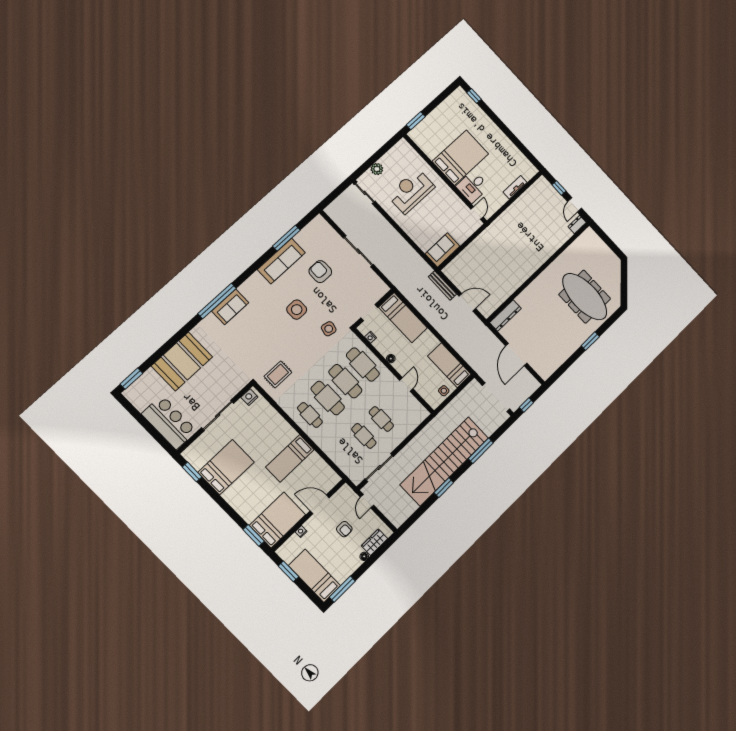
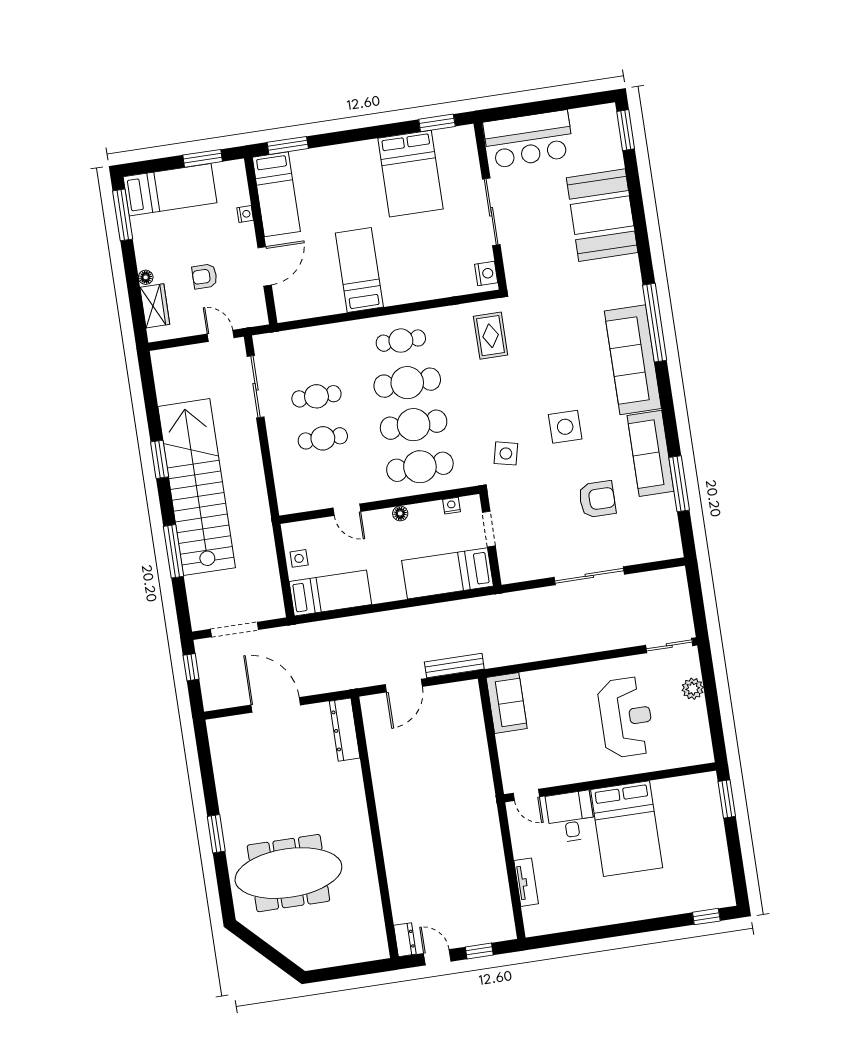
sofa: (230, 307) -> (633, 360), width x1.85, depth x1.27
doorway: (496, 397) -> (235, 629), width x0.73
bed: (278, 520) -> (276, 194), width x0.67

